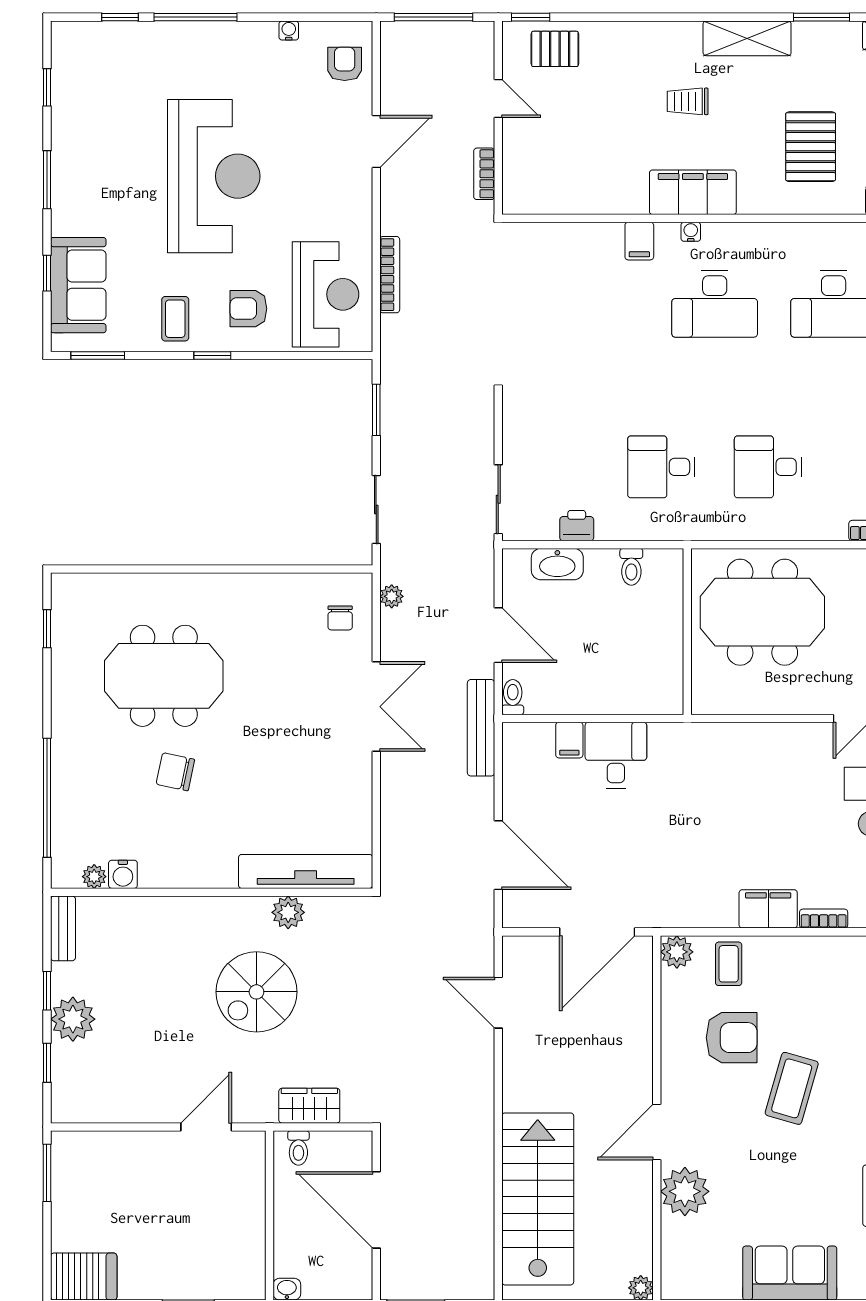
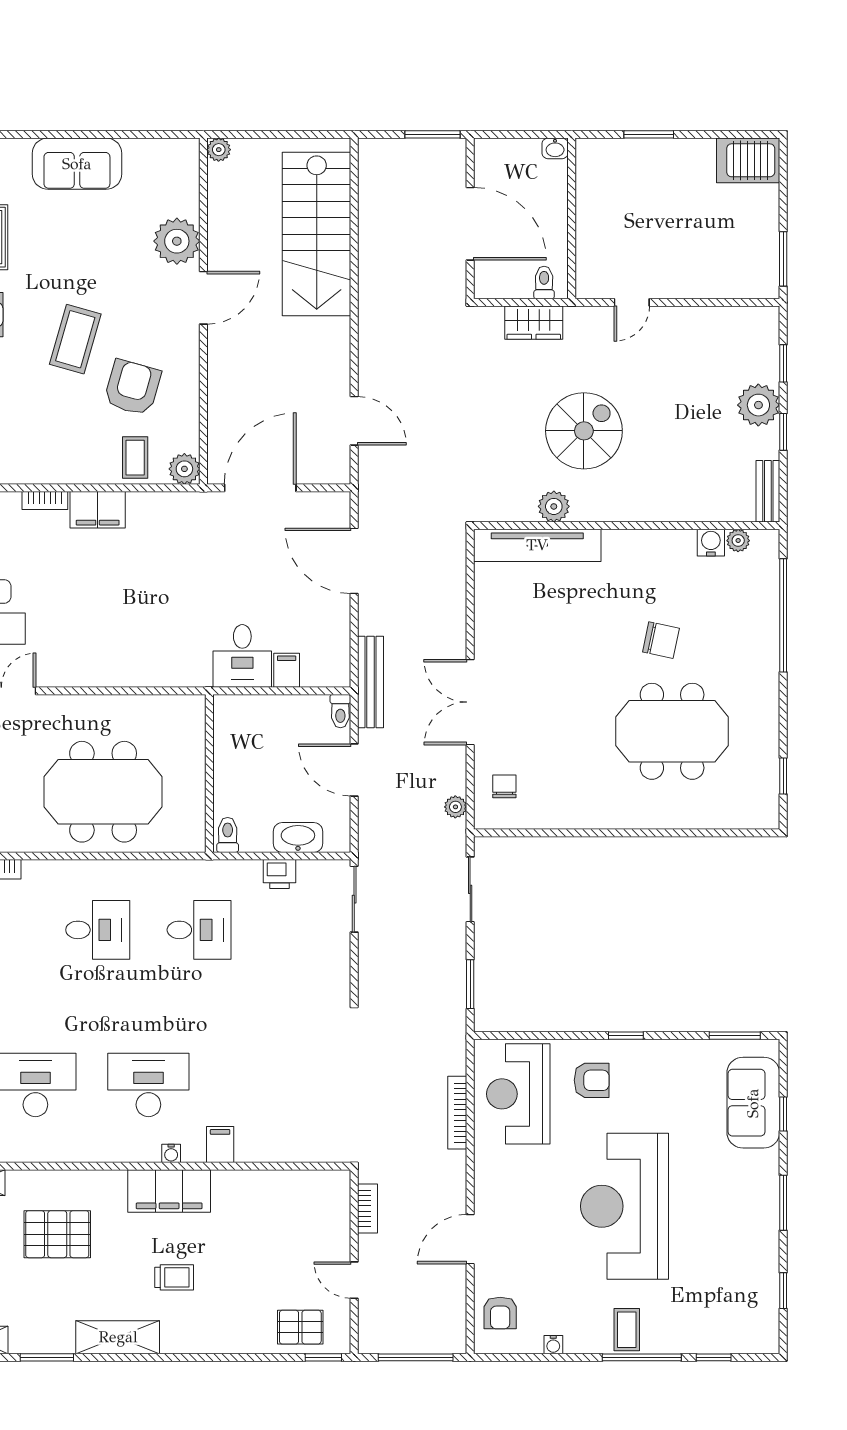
pallet: (811, 147) -> (57, 1234), turned 90
coffee table: (175, 319) -> (627, 1330), moved
wall: (687, 632) -> (209, 773), moved
armchair: (732, 1038) -> (132, 387), turned 106
door: (206, 1127) -> (632, 302), width x0.73

